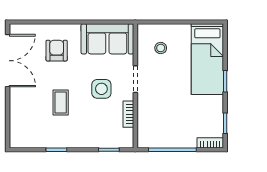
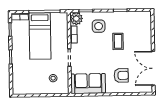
armchair: (57, 51) -> (121, 75), turned -90
bed: (207, 59) -> (40, 36), moved, turned 180
side table: (101, 89) -> (99, 26), moved
plant: (124, 138) -> (76, 19), added

